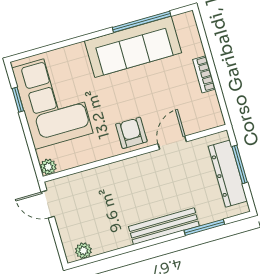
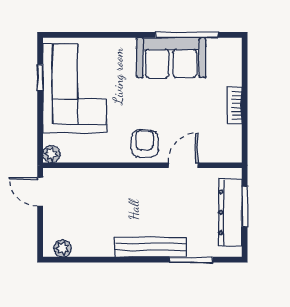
sofa: (133, 47) -> (171, 58), width x0.73

